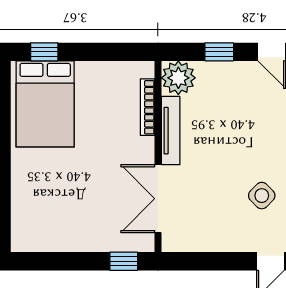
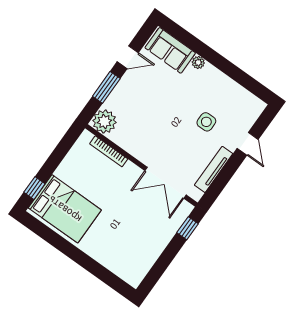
window: (219, 52) -> (106, 87), width x1.50
tv unit: (171, 131) -> (214, 169), moved, turned -90
side table: (262, 196) -> (206, 122), turned 45

